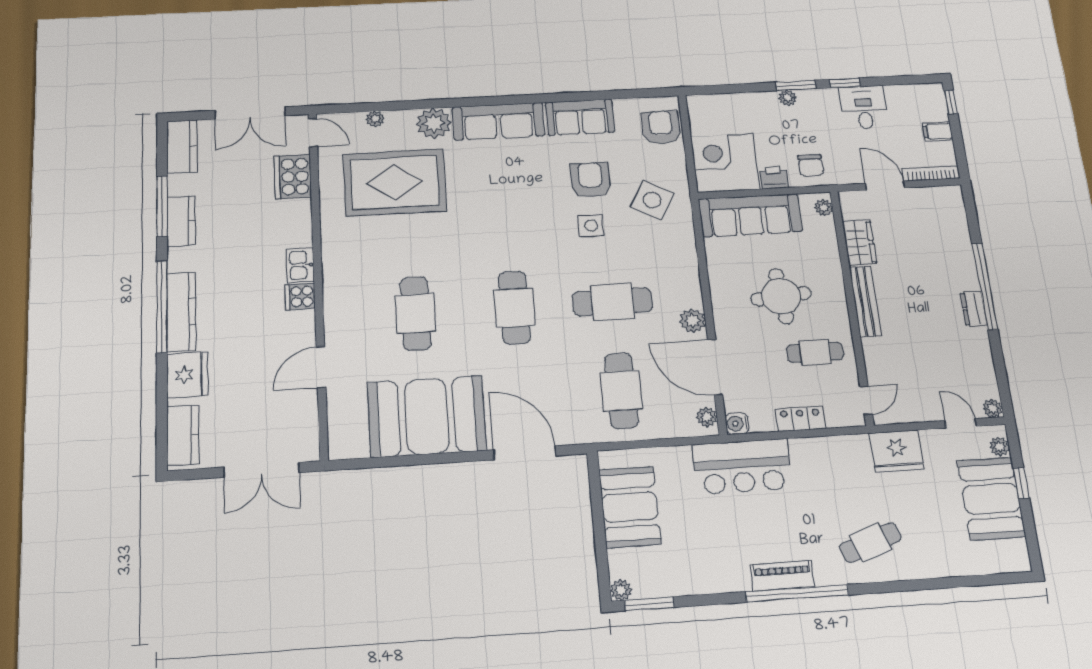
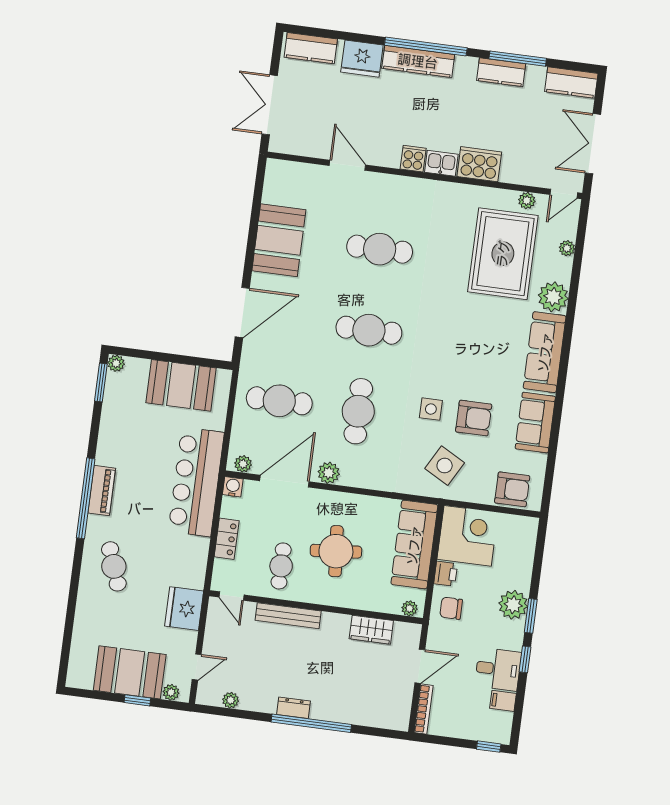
plant: (788, 98) -> (513, 605), width x1.88, depth x1.88
filing cabinet: (938, 131) -> (503, 701), moved, turned -90
plant: (328, 169) -> (527, 201), added
cooker: (293, 177) -> (479, 164), moved
bench: (865, 301) -> (288, 616), moved
plant: (993, 408) -> (231, 700), moved
booth: (427, 416) -> (279, 240), width x0.73, depth x0.70
bar counter: (742, 466) -> (196, 482), width x1.36

